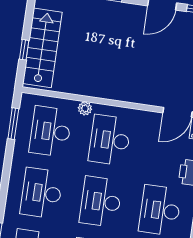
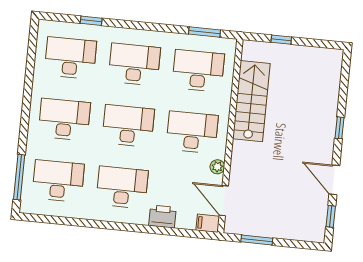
stairs: (42, 48) -> (251, 101), moved, turned -90
plant: (85, 108) -> (217, 167), moved

